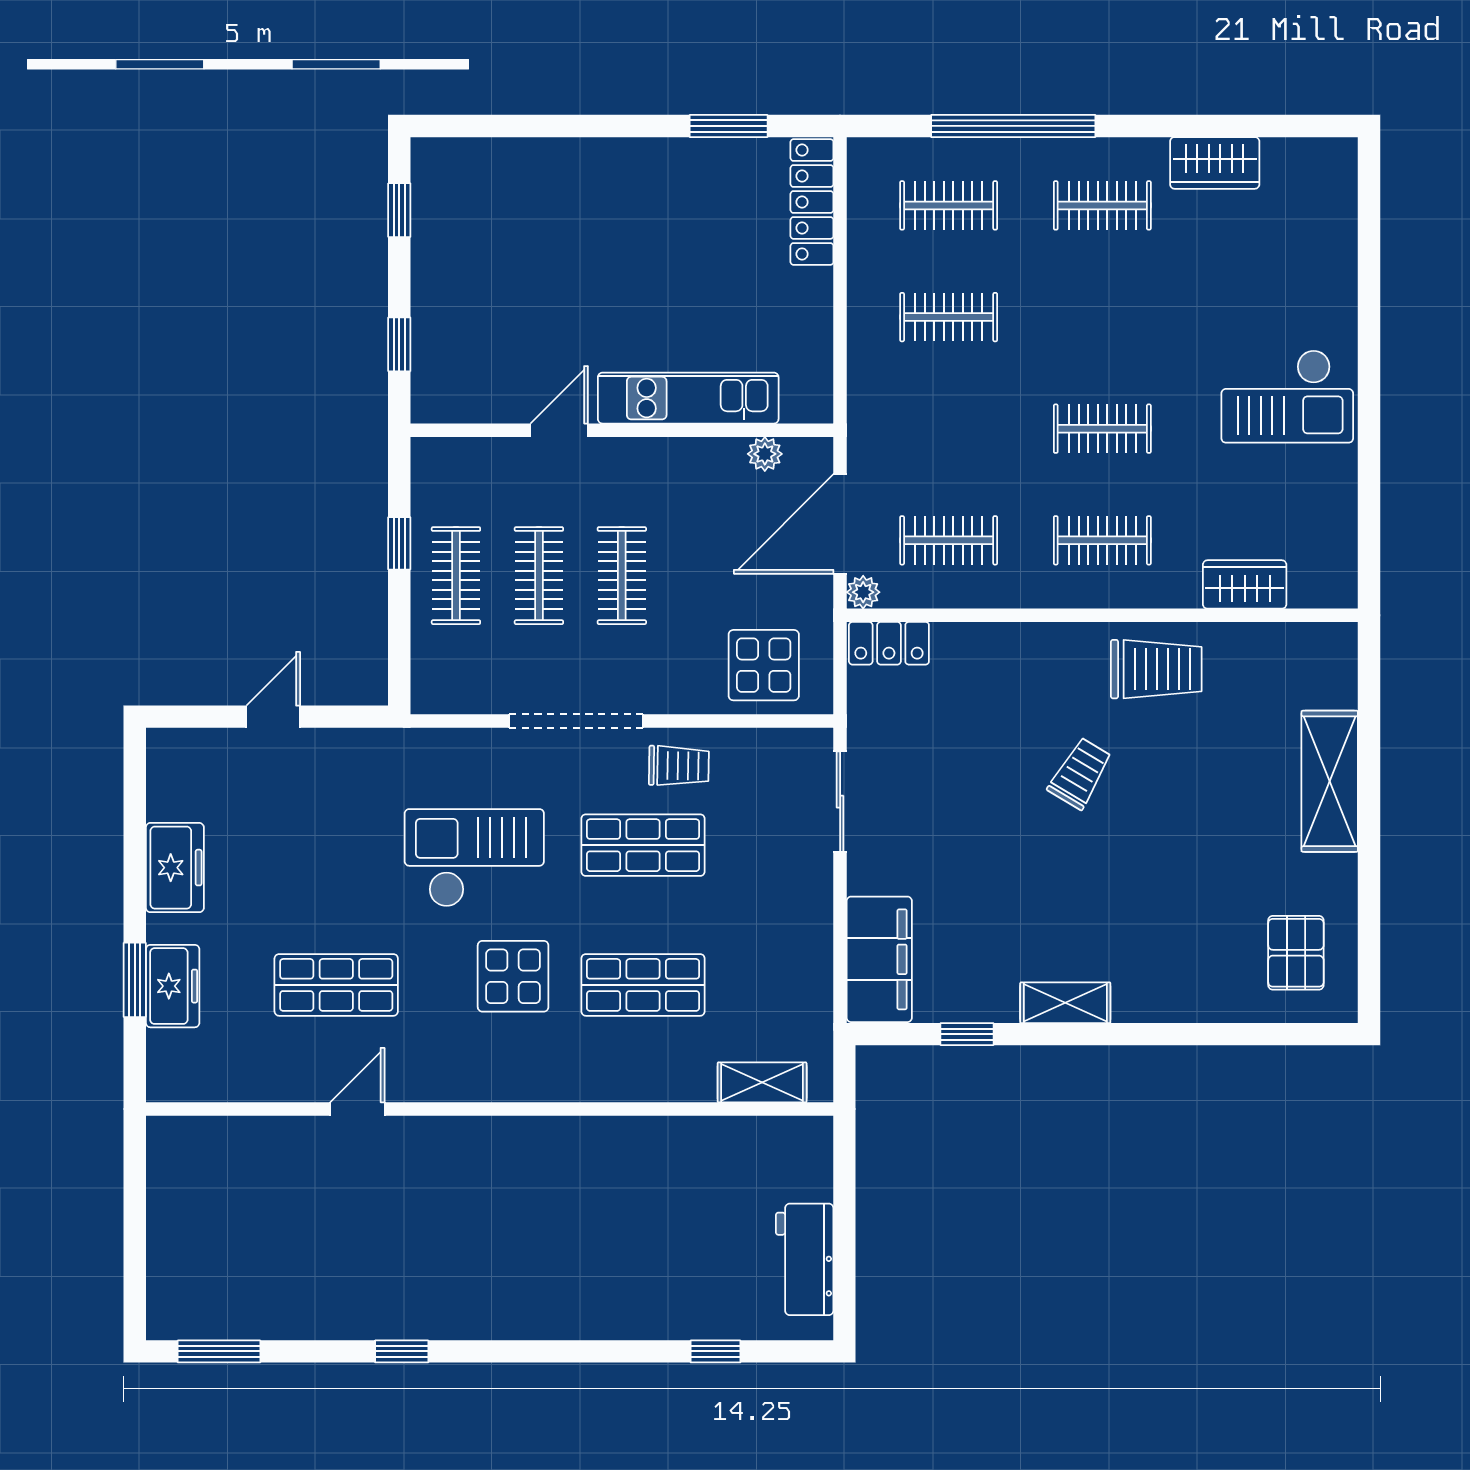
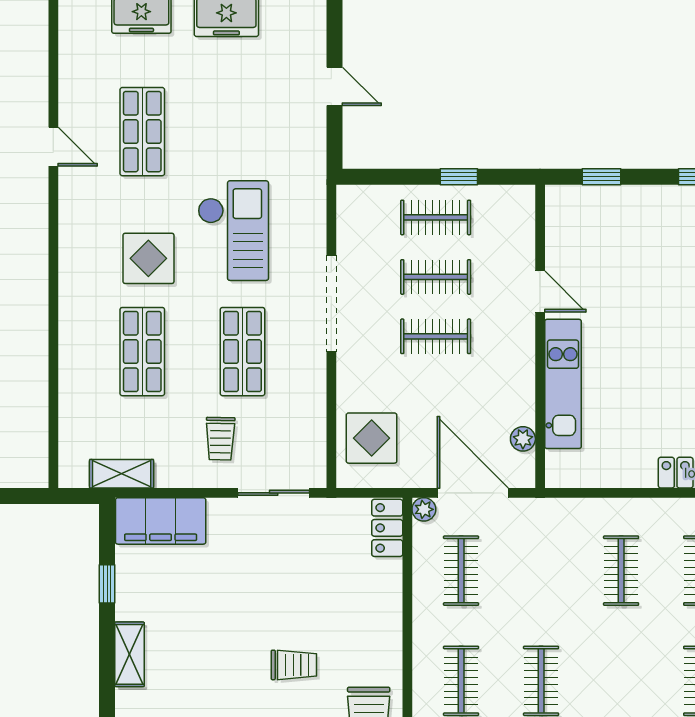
trolley: (679, 766) -> (220, 439), moved
trolley: (1080, 773) -> (294, 665), turned -31
shelving: (762, 1082) -> (122, 474), moved, turned 90

